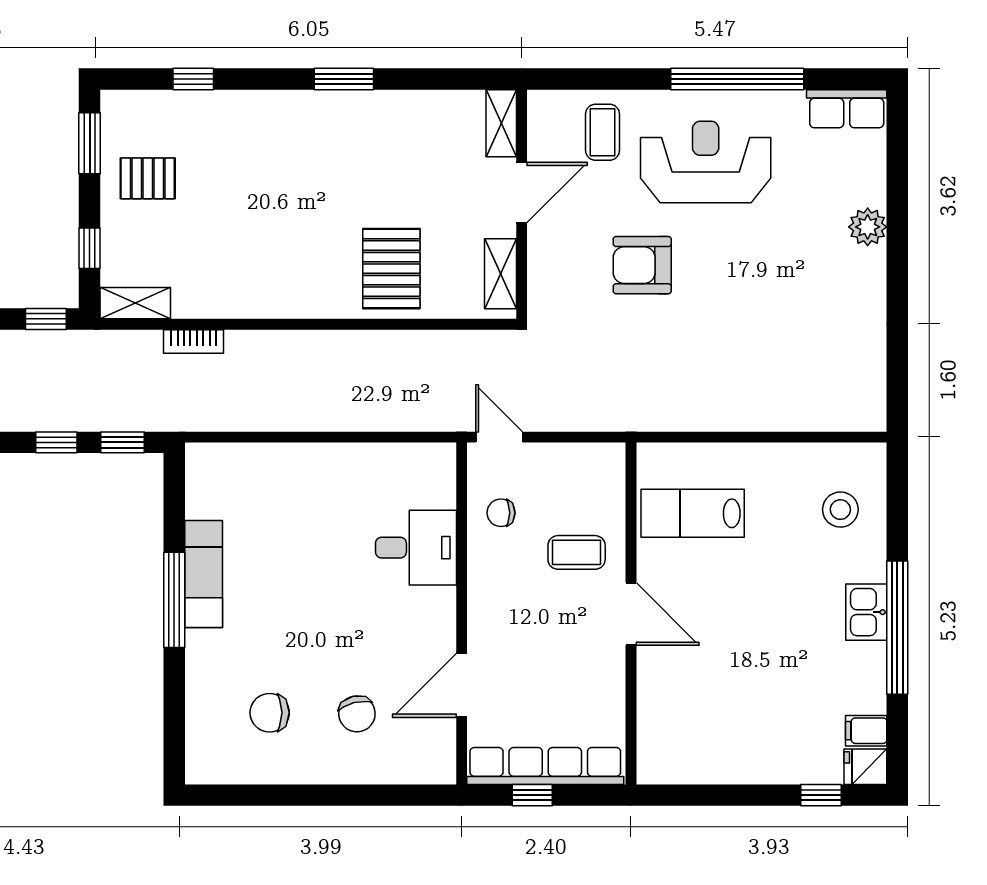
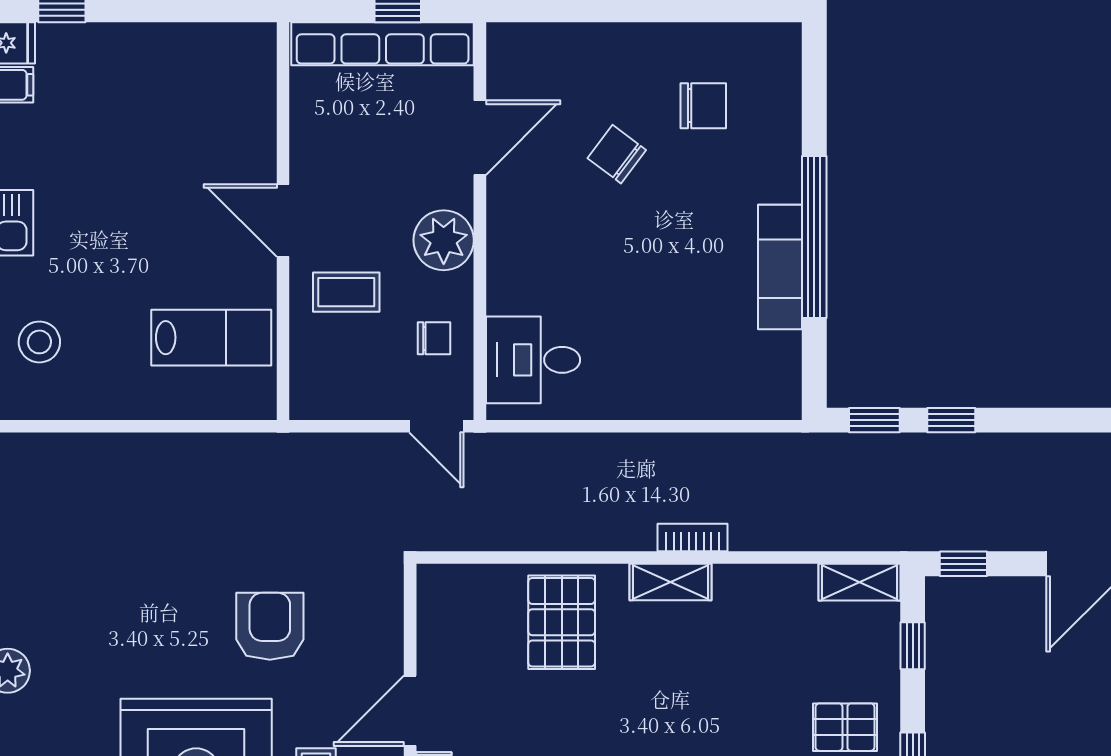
armchair: (642, 265) -> (270, 626), turned -90
shelving: (501, 274) -> (671, 582), moved, turned 90
bookcase: (194, 341) -> (693, 537), moved
desk: (416, 548) -> (533, 360), moved
plant: (493, 597) -> (444, 240), added
window: (174, 600) -> (814, 237), width x1.46
chair: (357, 714) -> (617, 154), moved, turned -39

